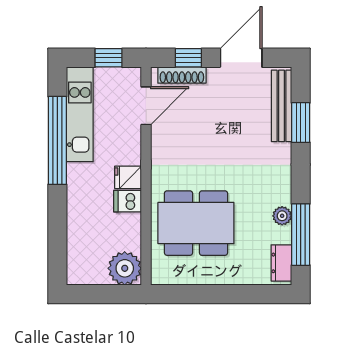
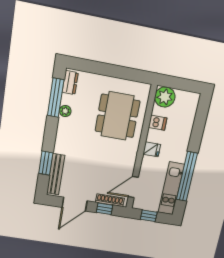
dishwasher: (128, 201) -> (158, 123), moved
dining table: (196, 223) -> (117, 116), turned 90

